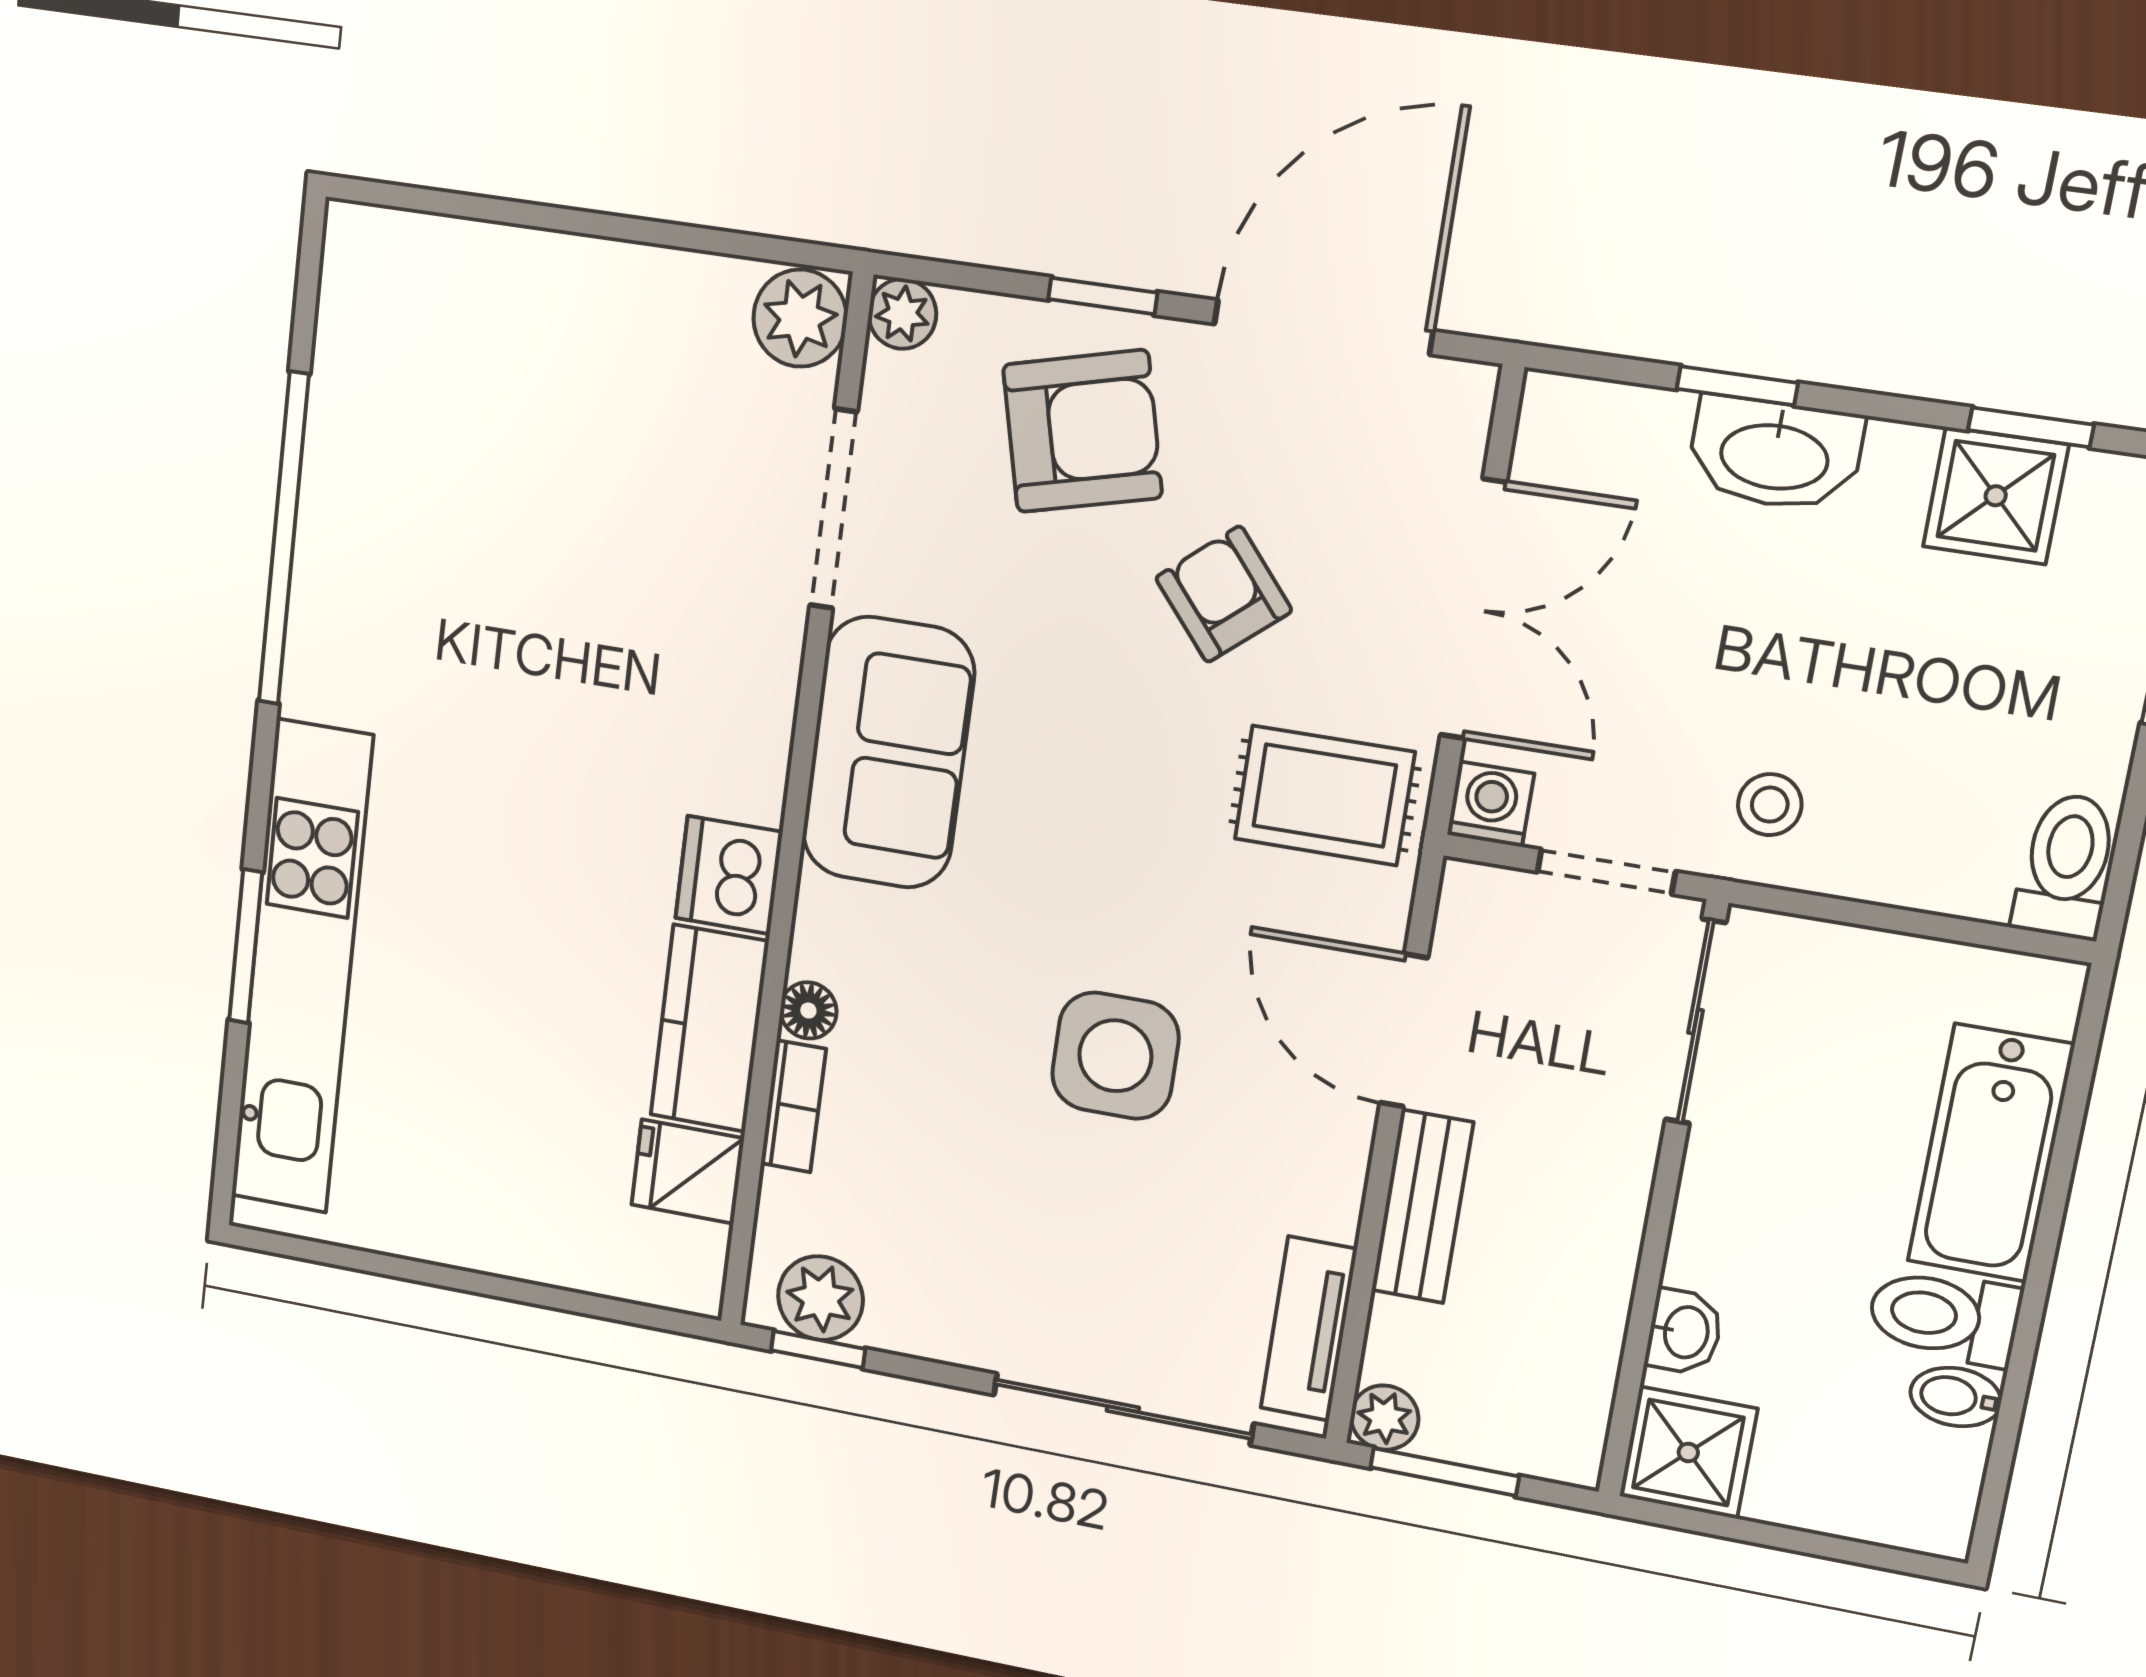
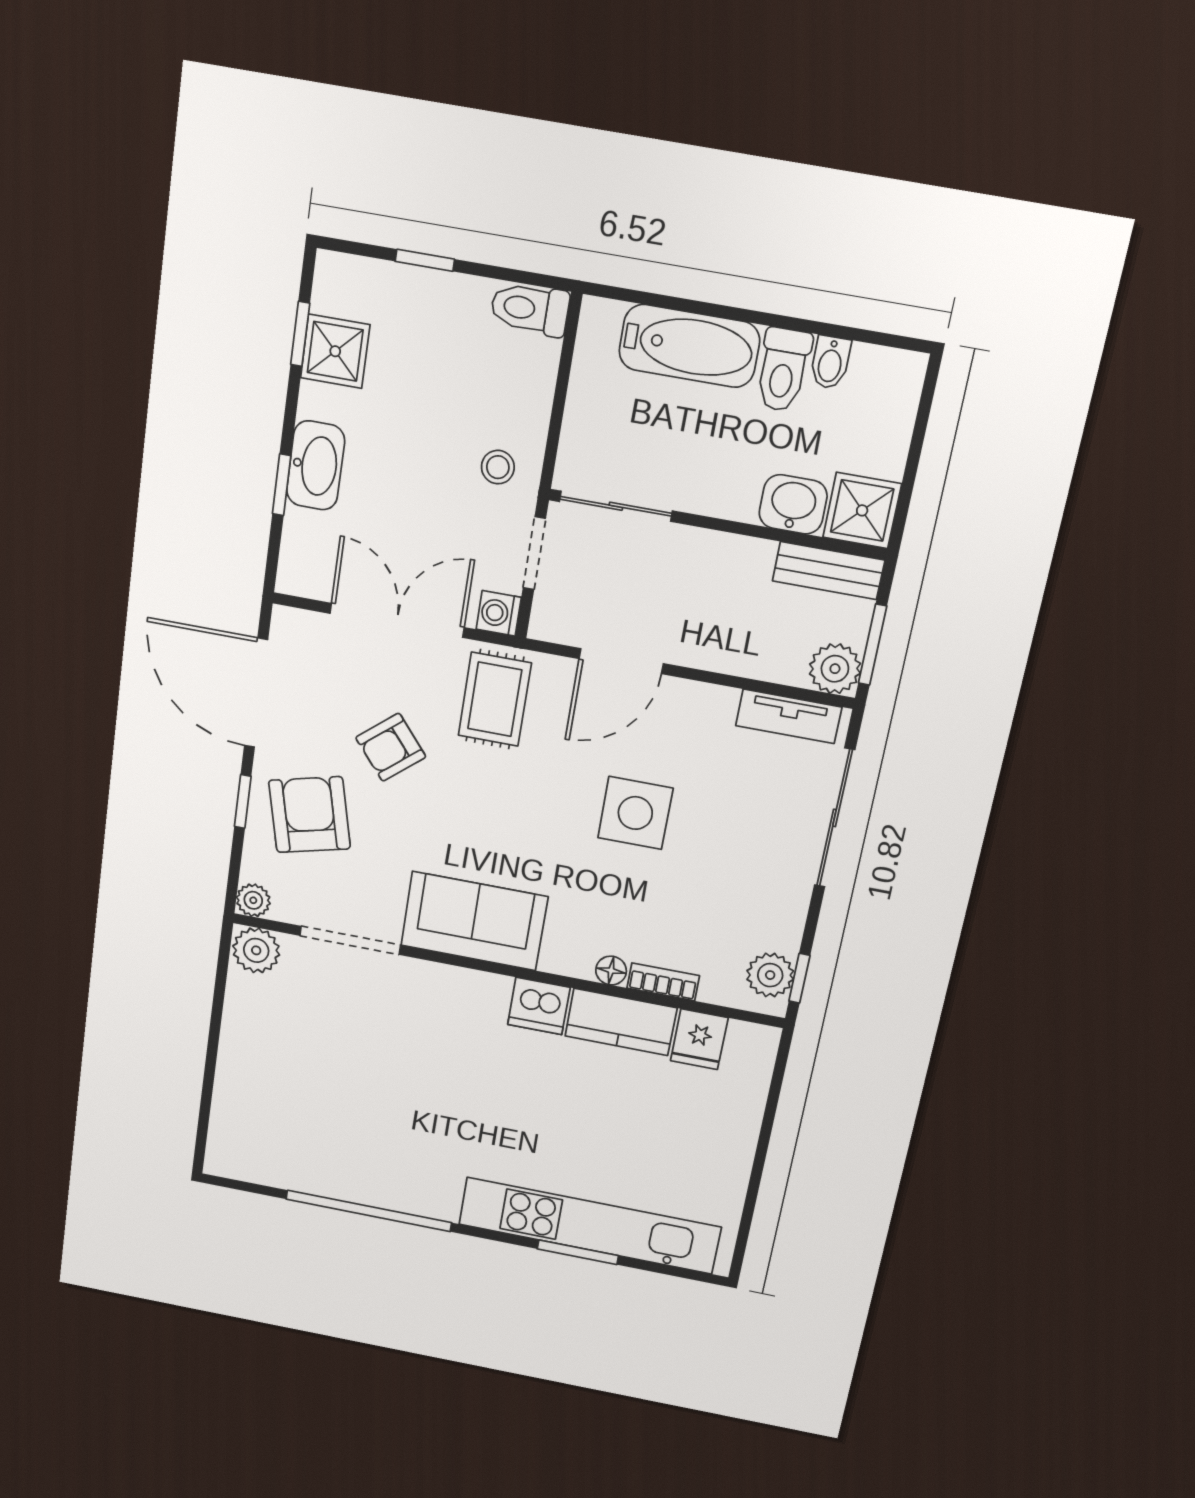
bench: (1422, 1206) -> (829, 571), moved
washbasin: (1684, 1332) -> (793, 504), width x1.38, depth x1.45
plant: (1385, 1418) -> (835, 669), width x1.38, depth x1.38

